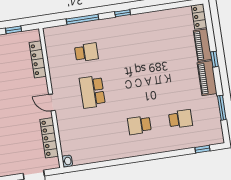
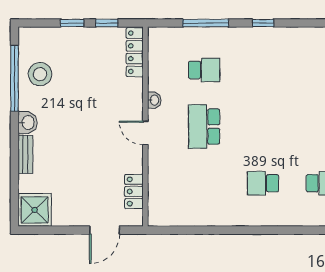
locker: (38, 59) -> (135, 52), moved
locker: (49, 138) -> (134, 191), width x0.66
washbasin: (67, 161) -> (154, 100), moved

